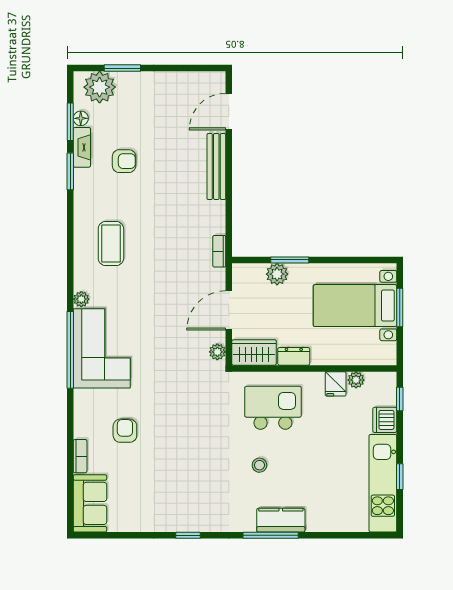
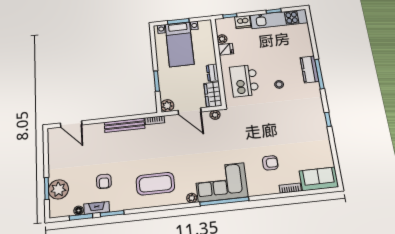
plant: (100, 87) -> (58, 189), moved
armchair: (124, 161) -> (104, 181), turned 180
bench: (216, 167) -> (124, 125), moved
coffee table: (111, 244) -> (155, 184), width x1.36, depth x1.32
plant: (277, 274) -> (167, 106), moved
armchair: (125, 431) -> (270, 163), turned 180

